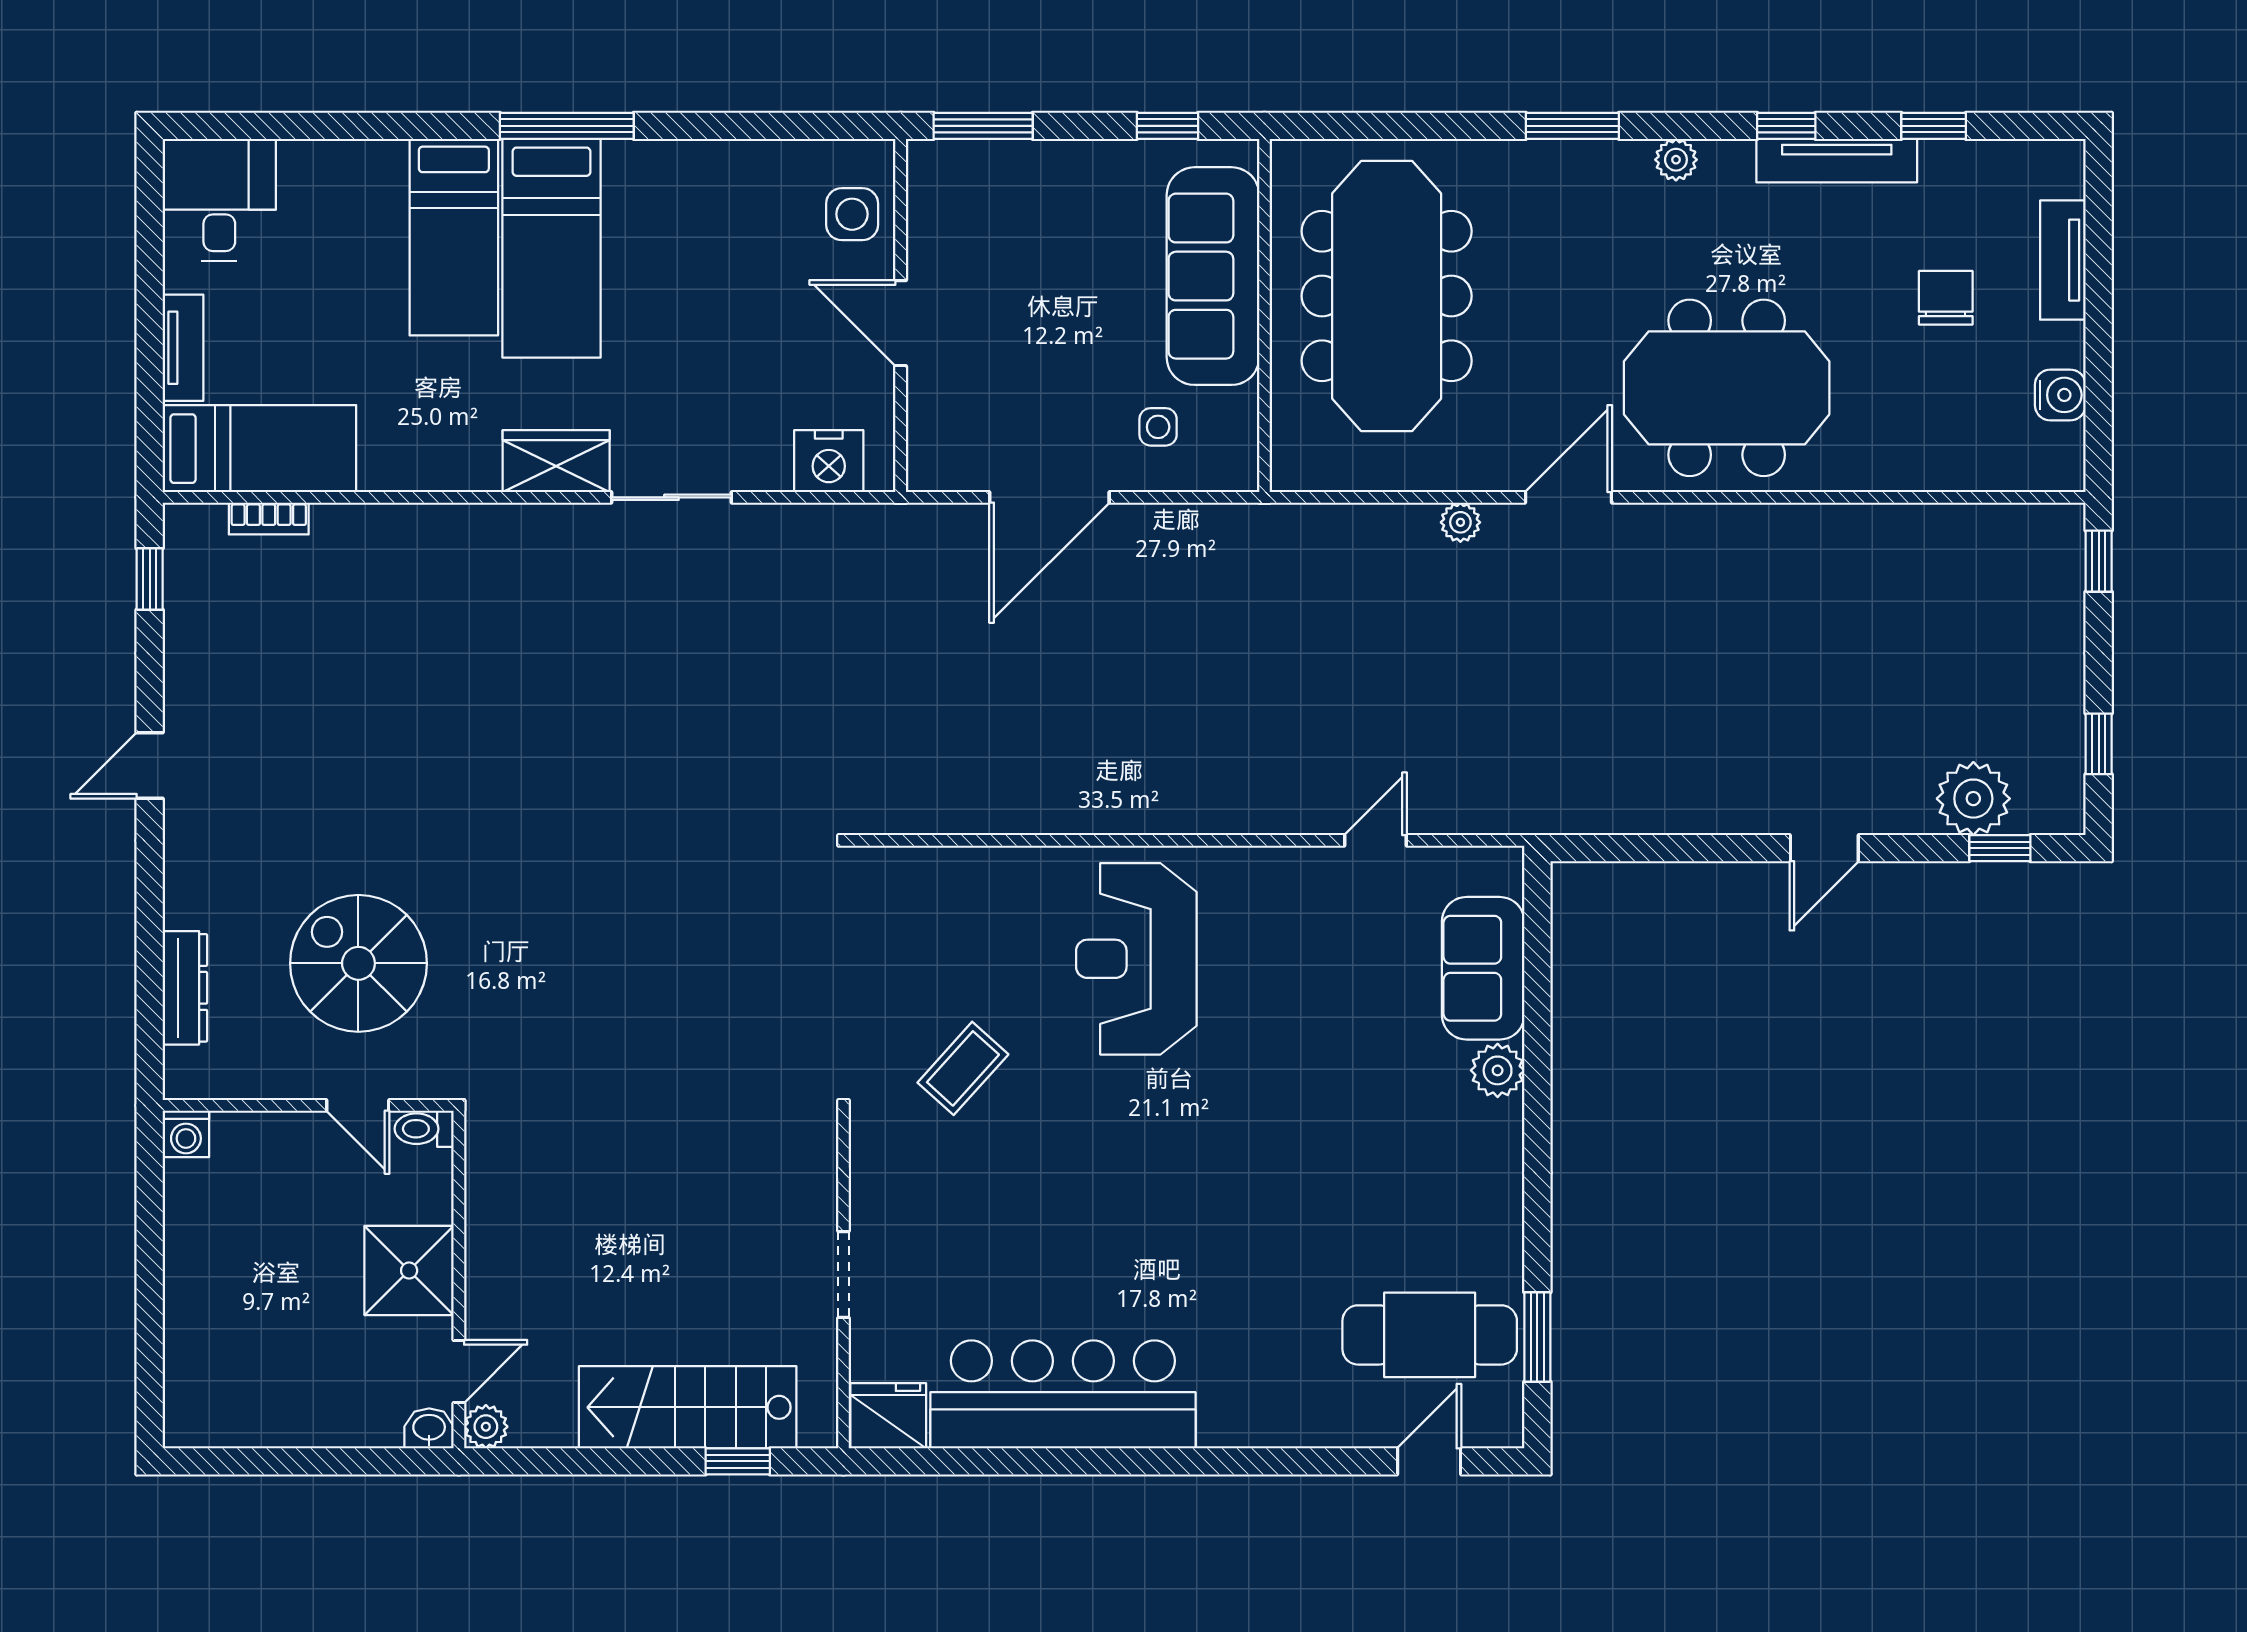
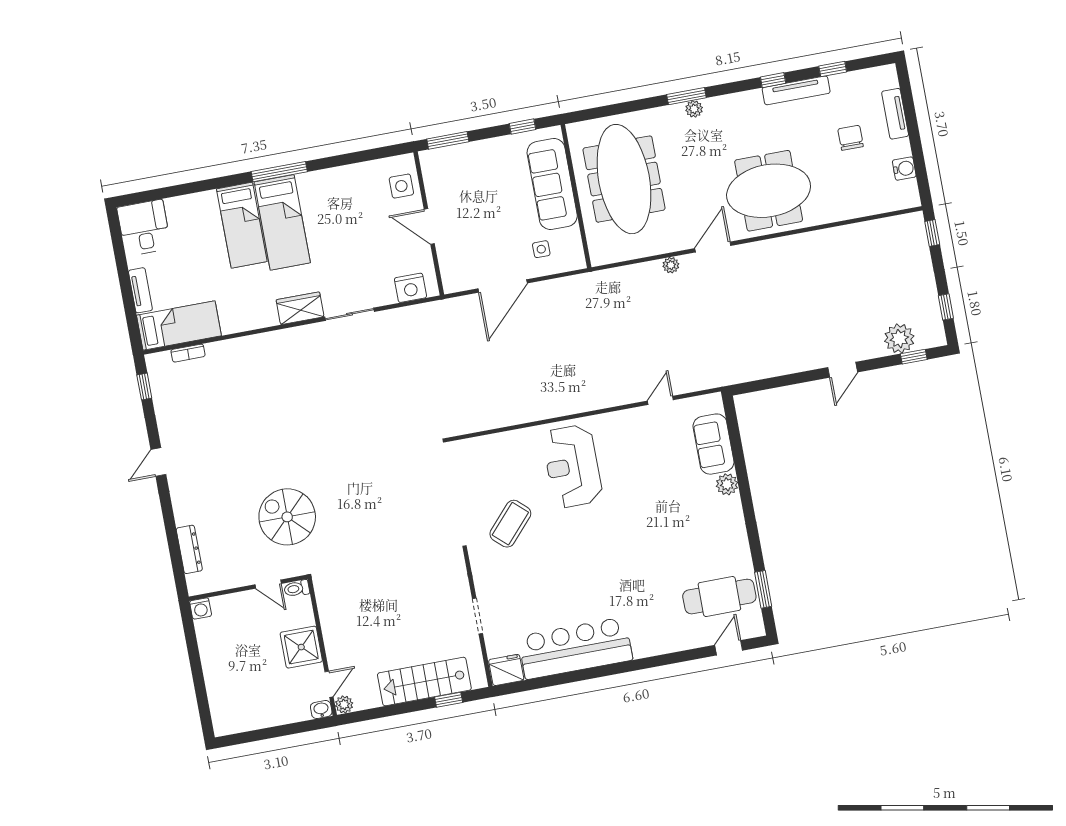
plant: (1676, 160) -> (694, 109), moved
spiral stairs: (358, 963) -> (287, 517), moved
coffee table: (963, 1068) -> (510, 524), width x1.36, depth x1.30

